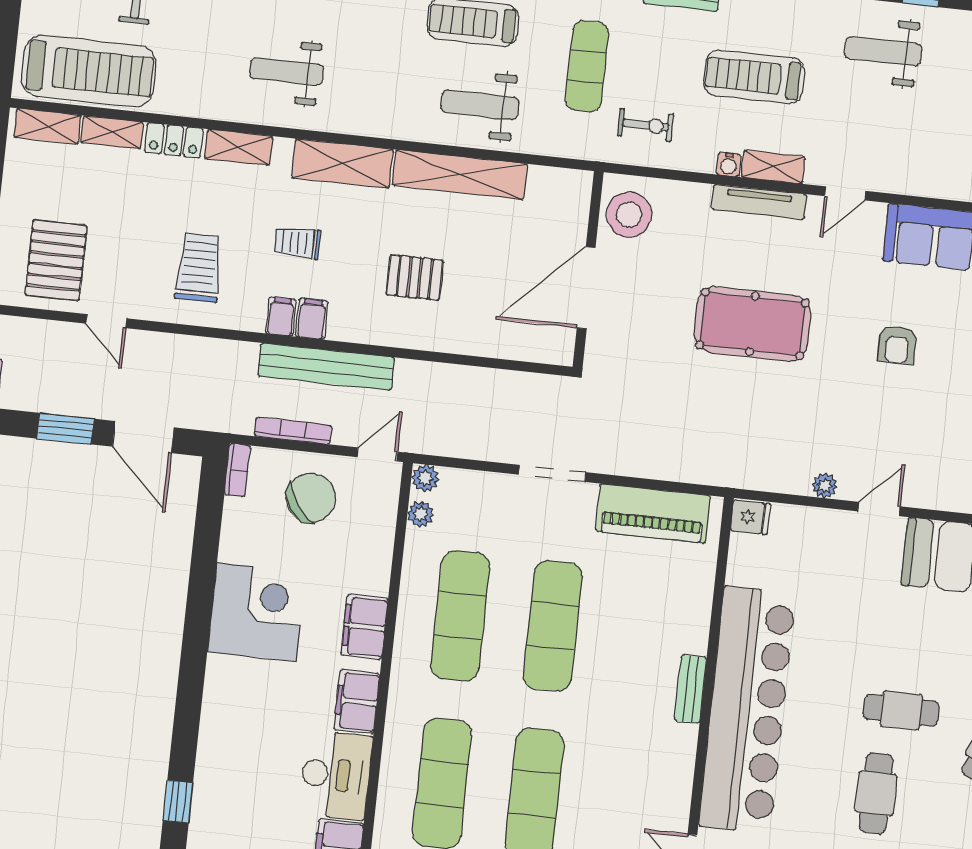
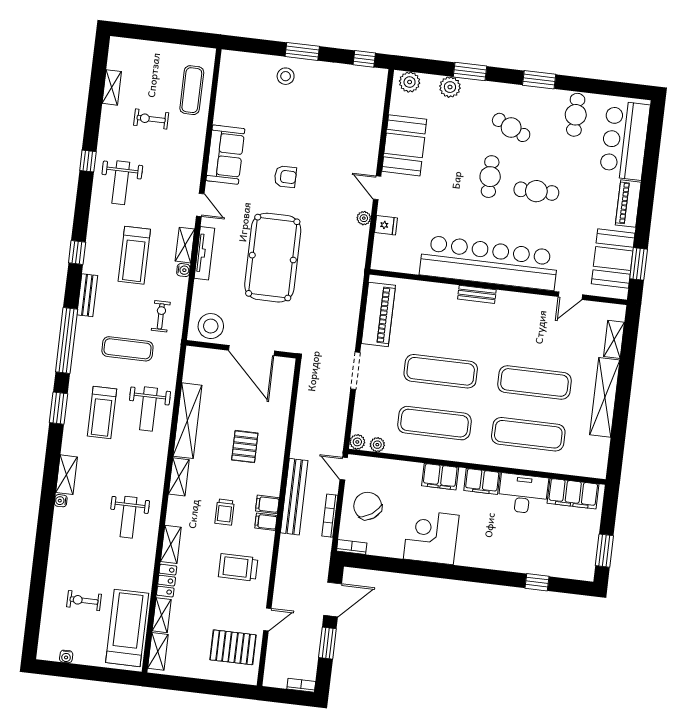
shelving: (342, 163) -> (179, 477), width x0.67, depth x0.75
pool table: (753, 324) -> (273, 258), width x1.36, depth x1.32
fridge: (750, 517) -> (386, 225), moved, turned 90

